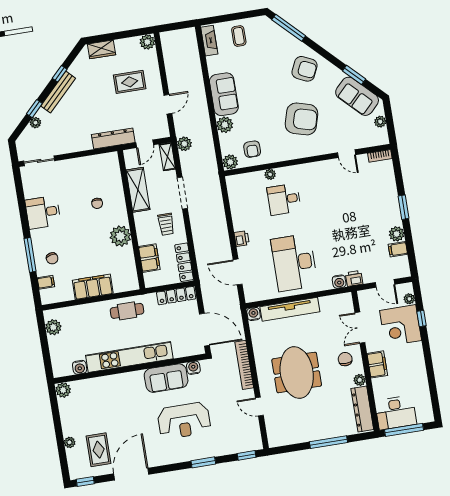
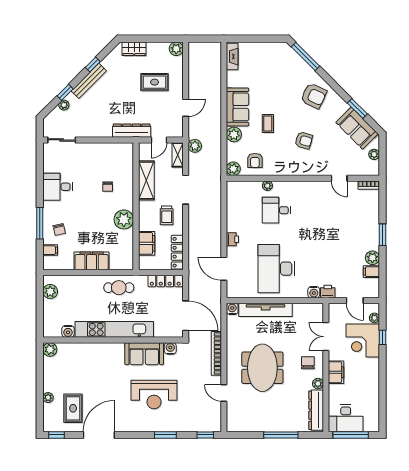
coffee table: (239, 36) -> (268, 123), moved
armchair: (302, 119) -> (304, 140), width x0.53, depth x0.53

